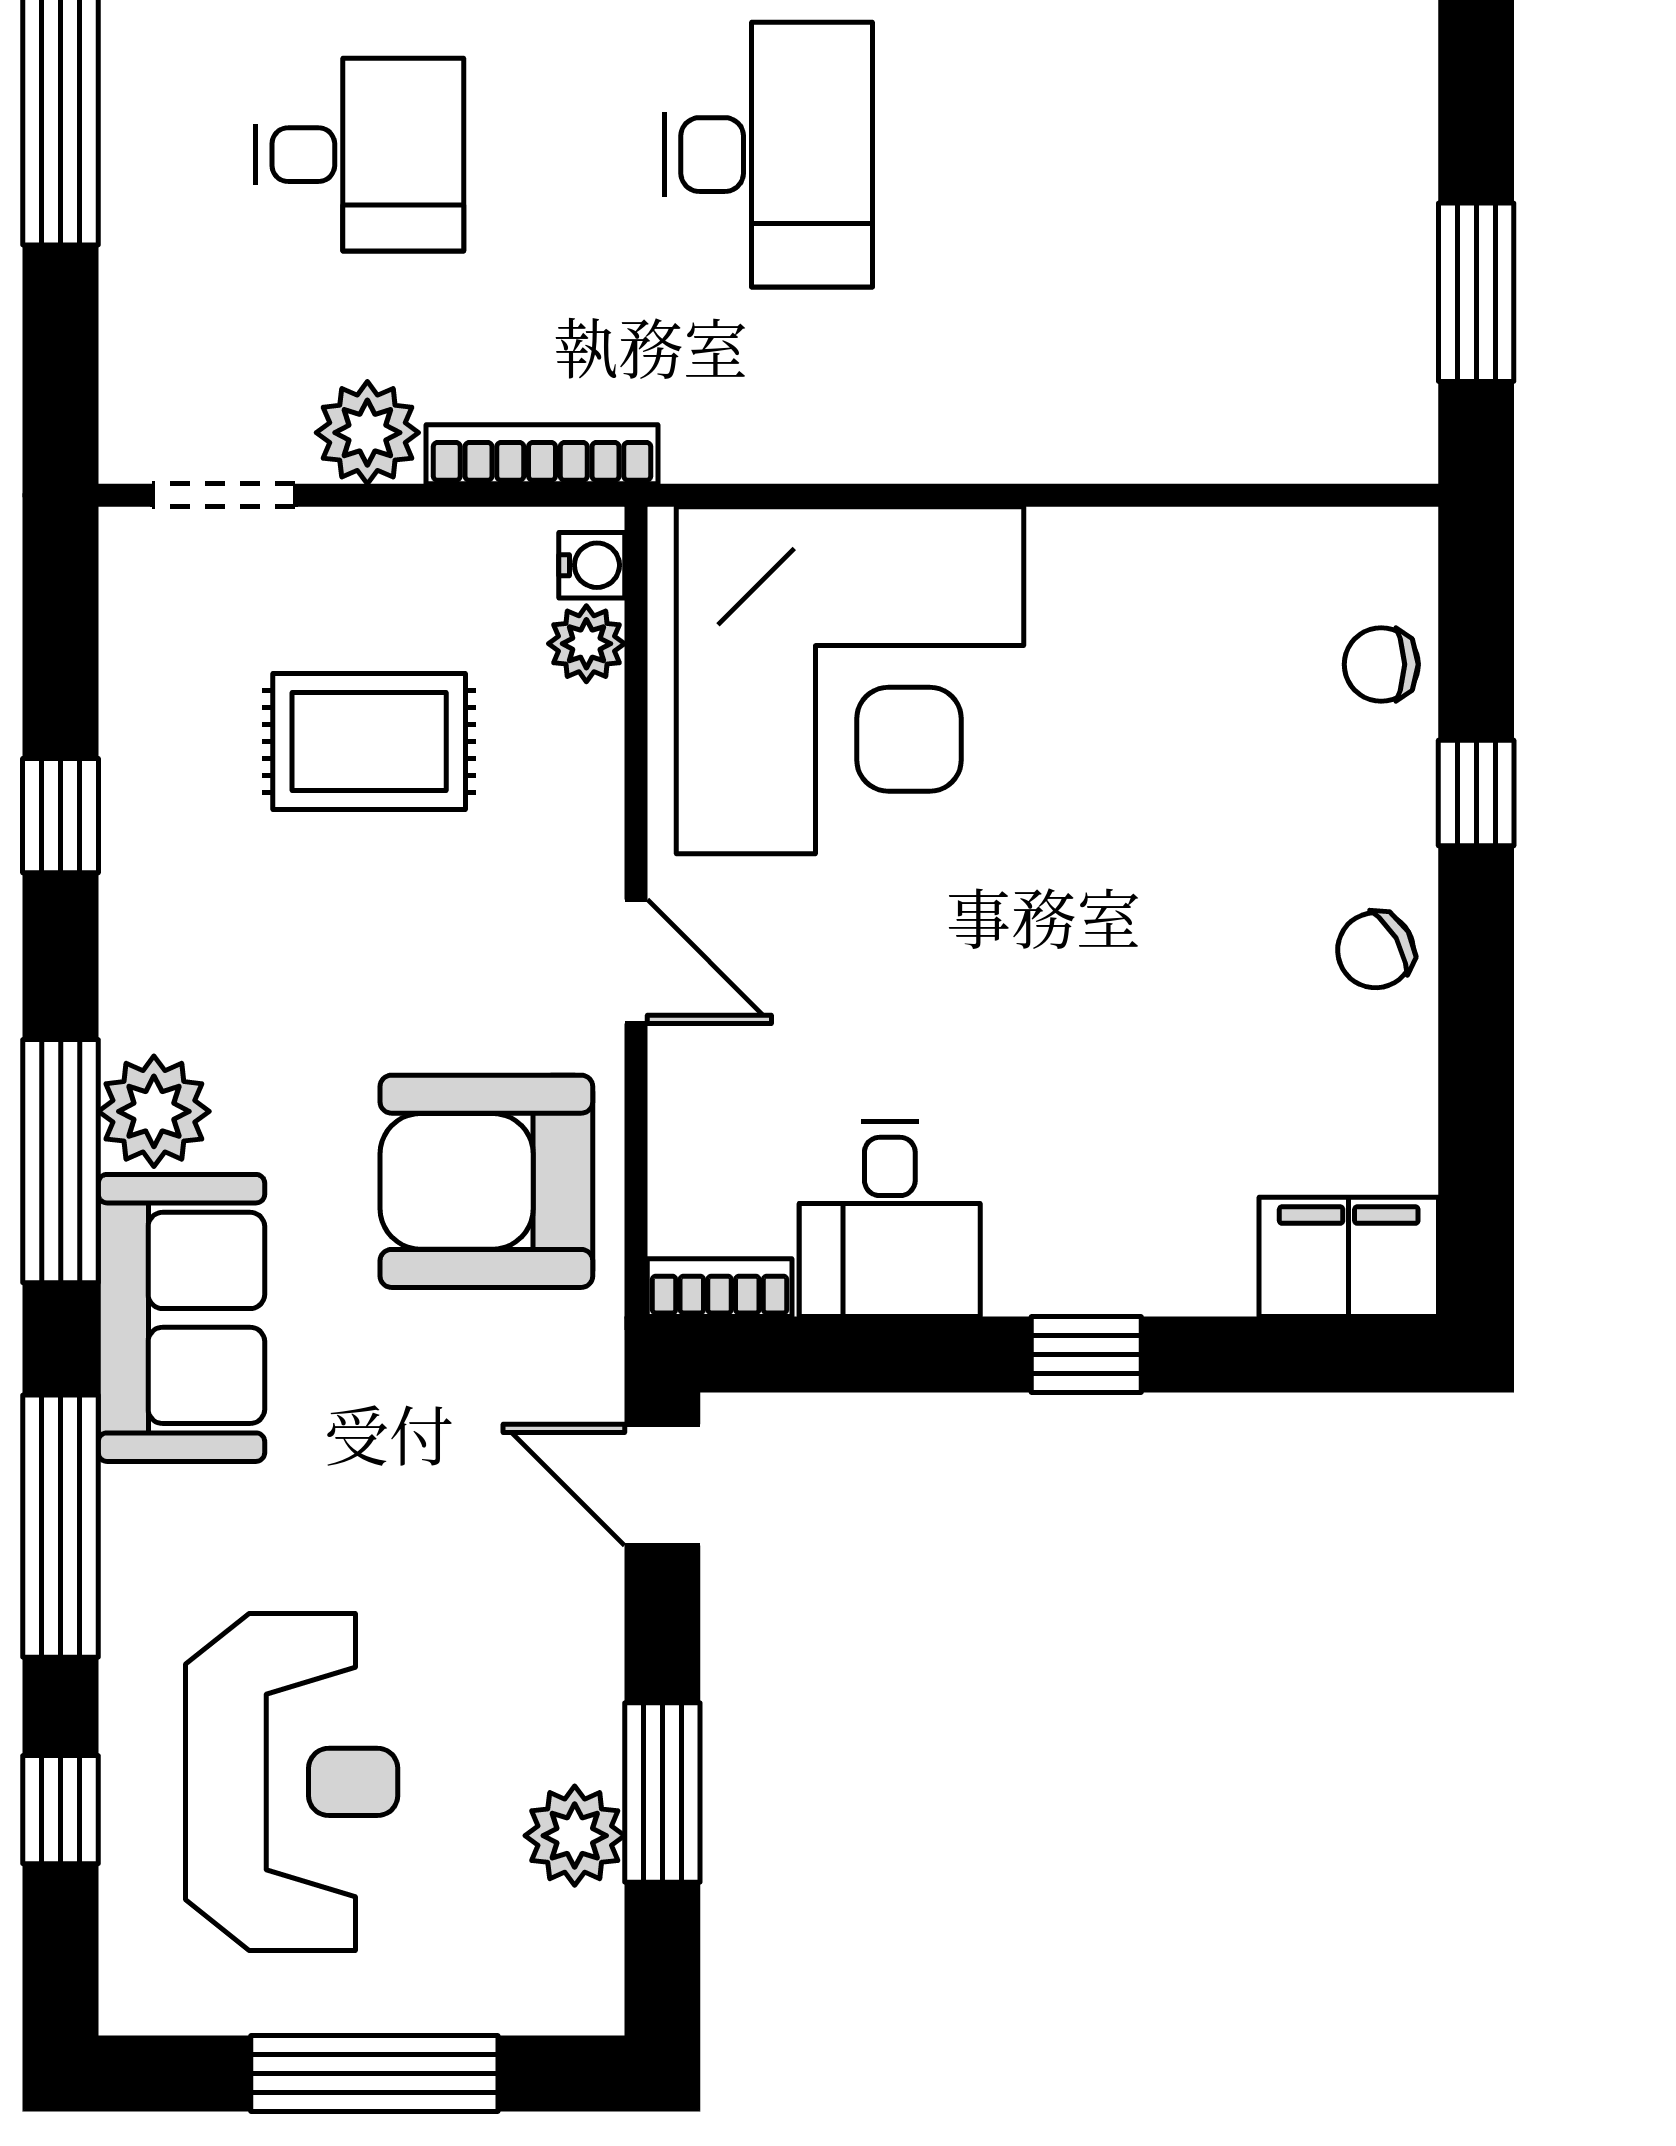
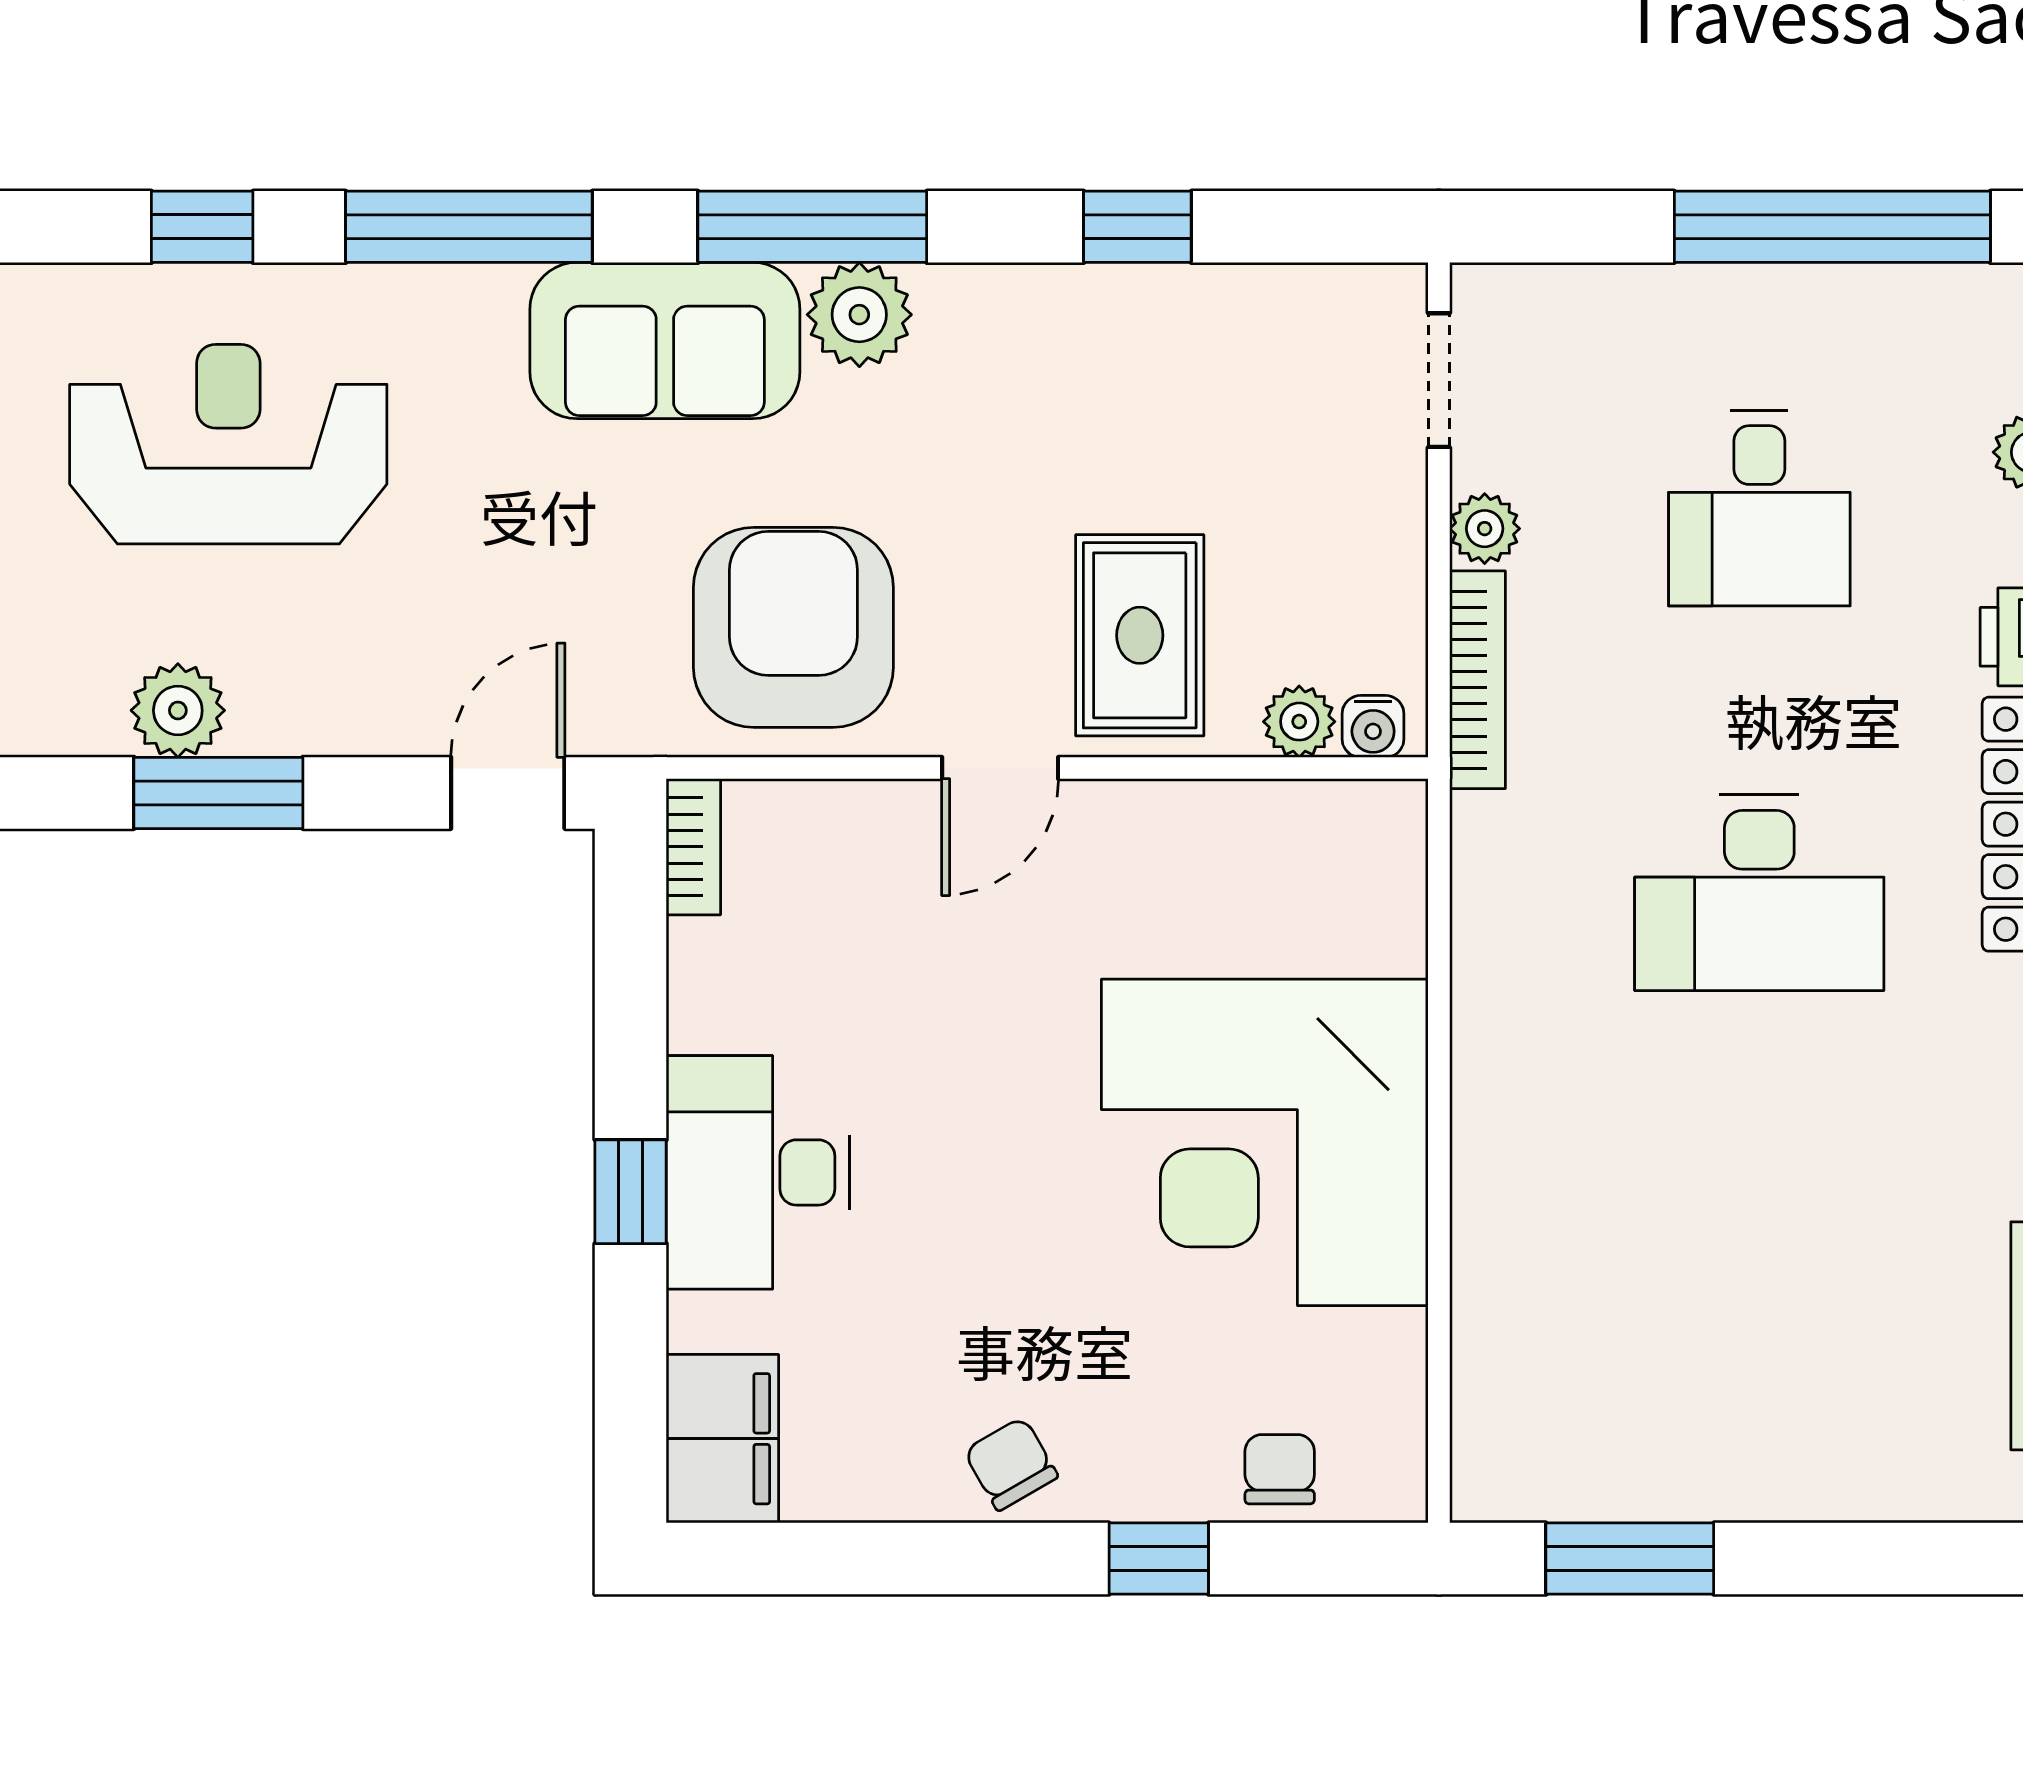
plant: (367, 433) -> (1485, 529), width x0.73, depth x0.73
corner desk: (850, 680) -> (1265, 1142), moved
rug: (369, 741) -> (1140, 635), moved
desk: (890, 1219) -> (758, 1172), moved, width x1.37
reception desk: (292, 1782) -> (228, 444), turned 180

